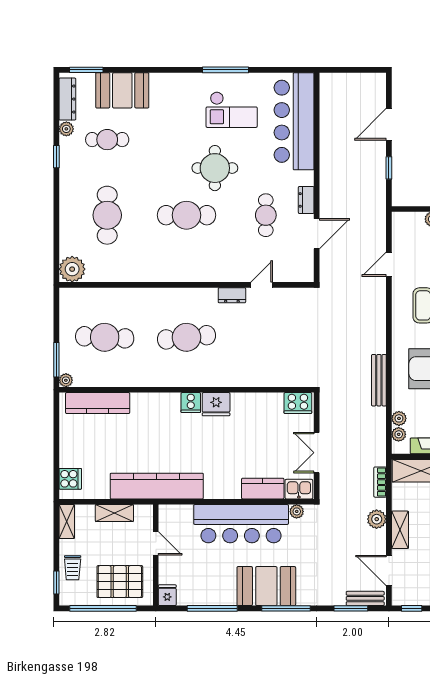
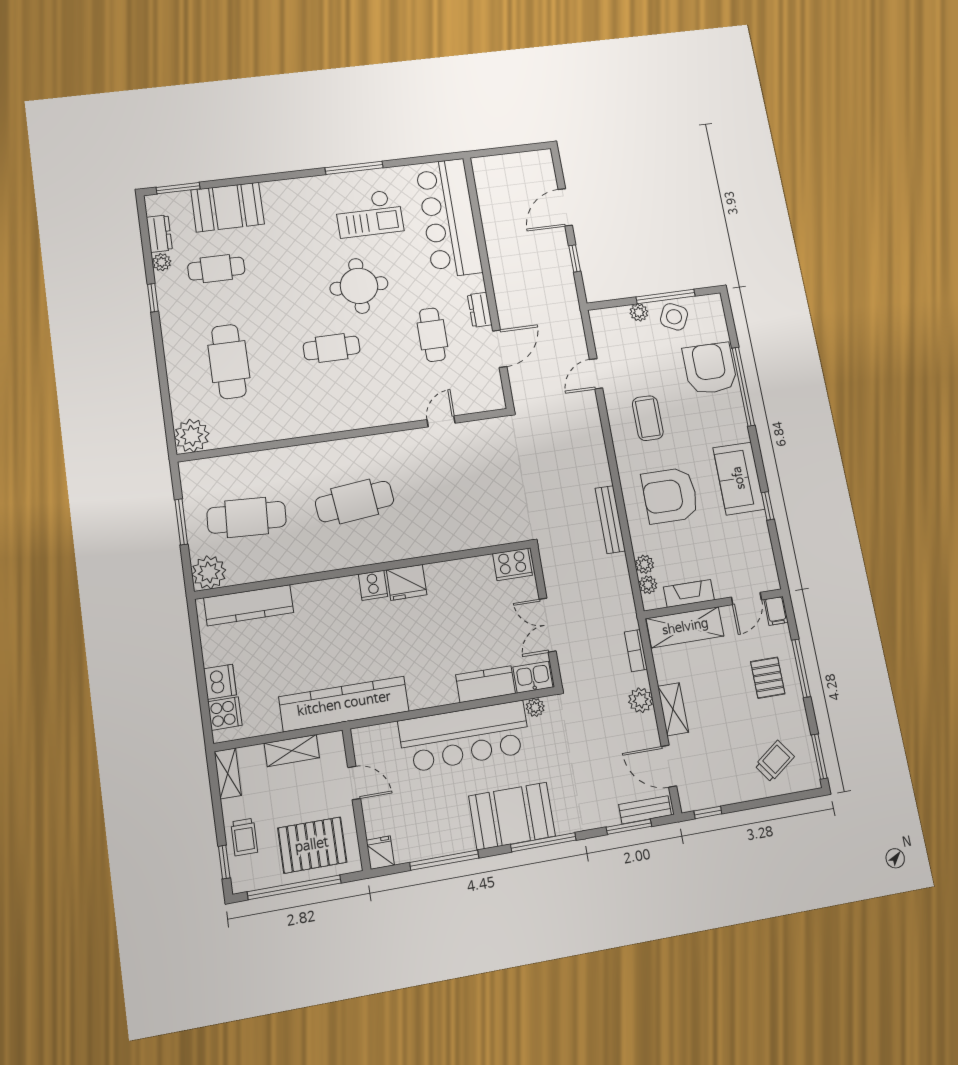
dresser: (67, 99) -> (159, 234), width x0.70
cafe table: (186, 215) -> (332, 348), width x0.73, depth x0.74
dresser: (232, 295) -> (405, 440), removed
window: (56, 360) -> (181, 522), moved
plant: (66, 380) -> (209, 572), width x1.88, depth x1.88
dishwasher: (70, 456) -> (220, 682), added

